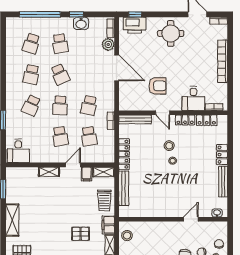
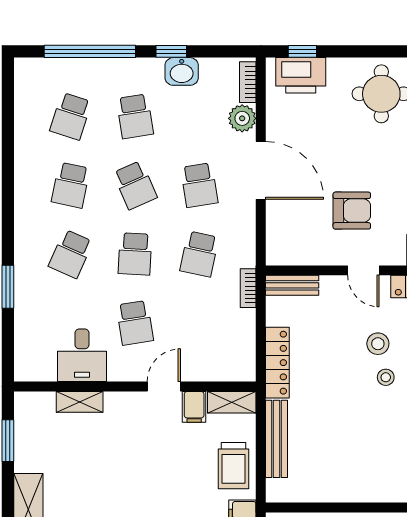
bench: (135, 119) -> (292, 285), width x0.73
school desk: (89, 136) -> (199, 185), moved
desk: (18, 151) -> (82, 355), moved
shelving: (49, 172) -> (80, 402), moved

